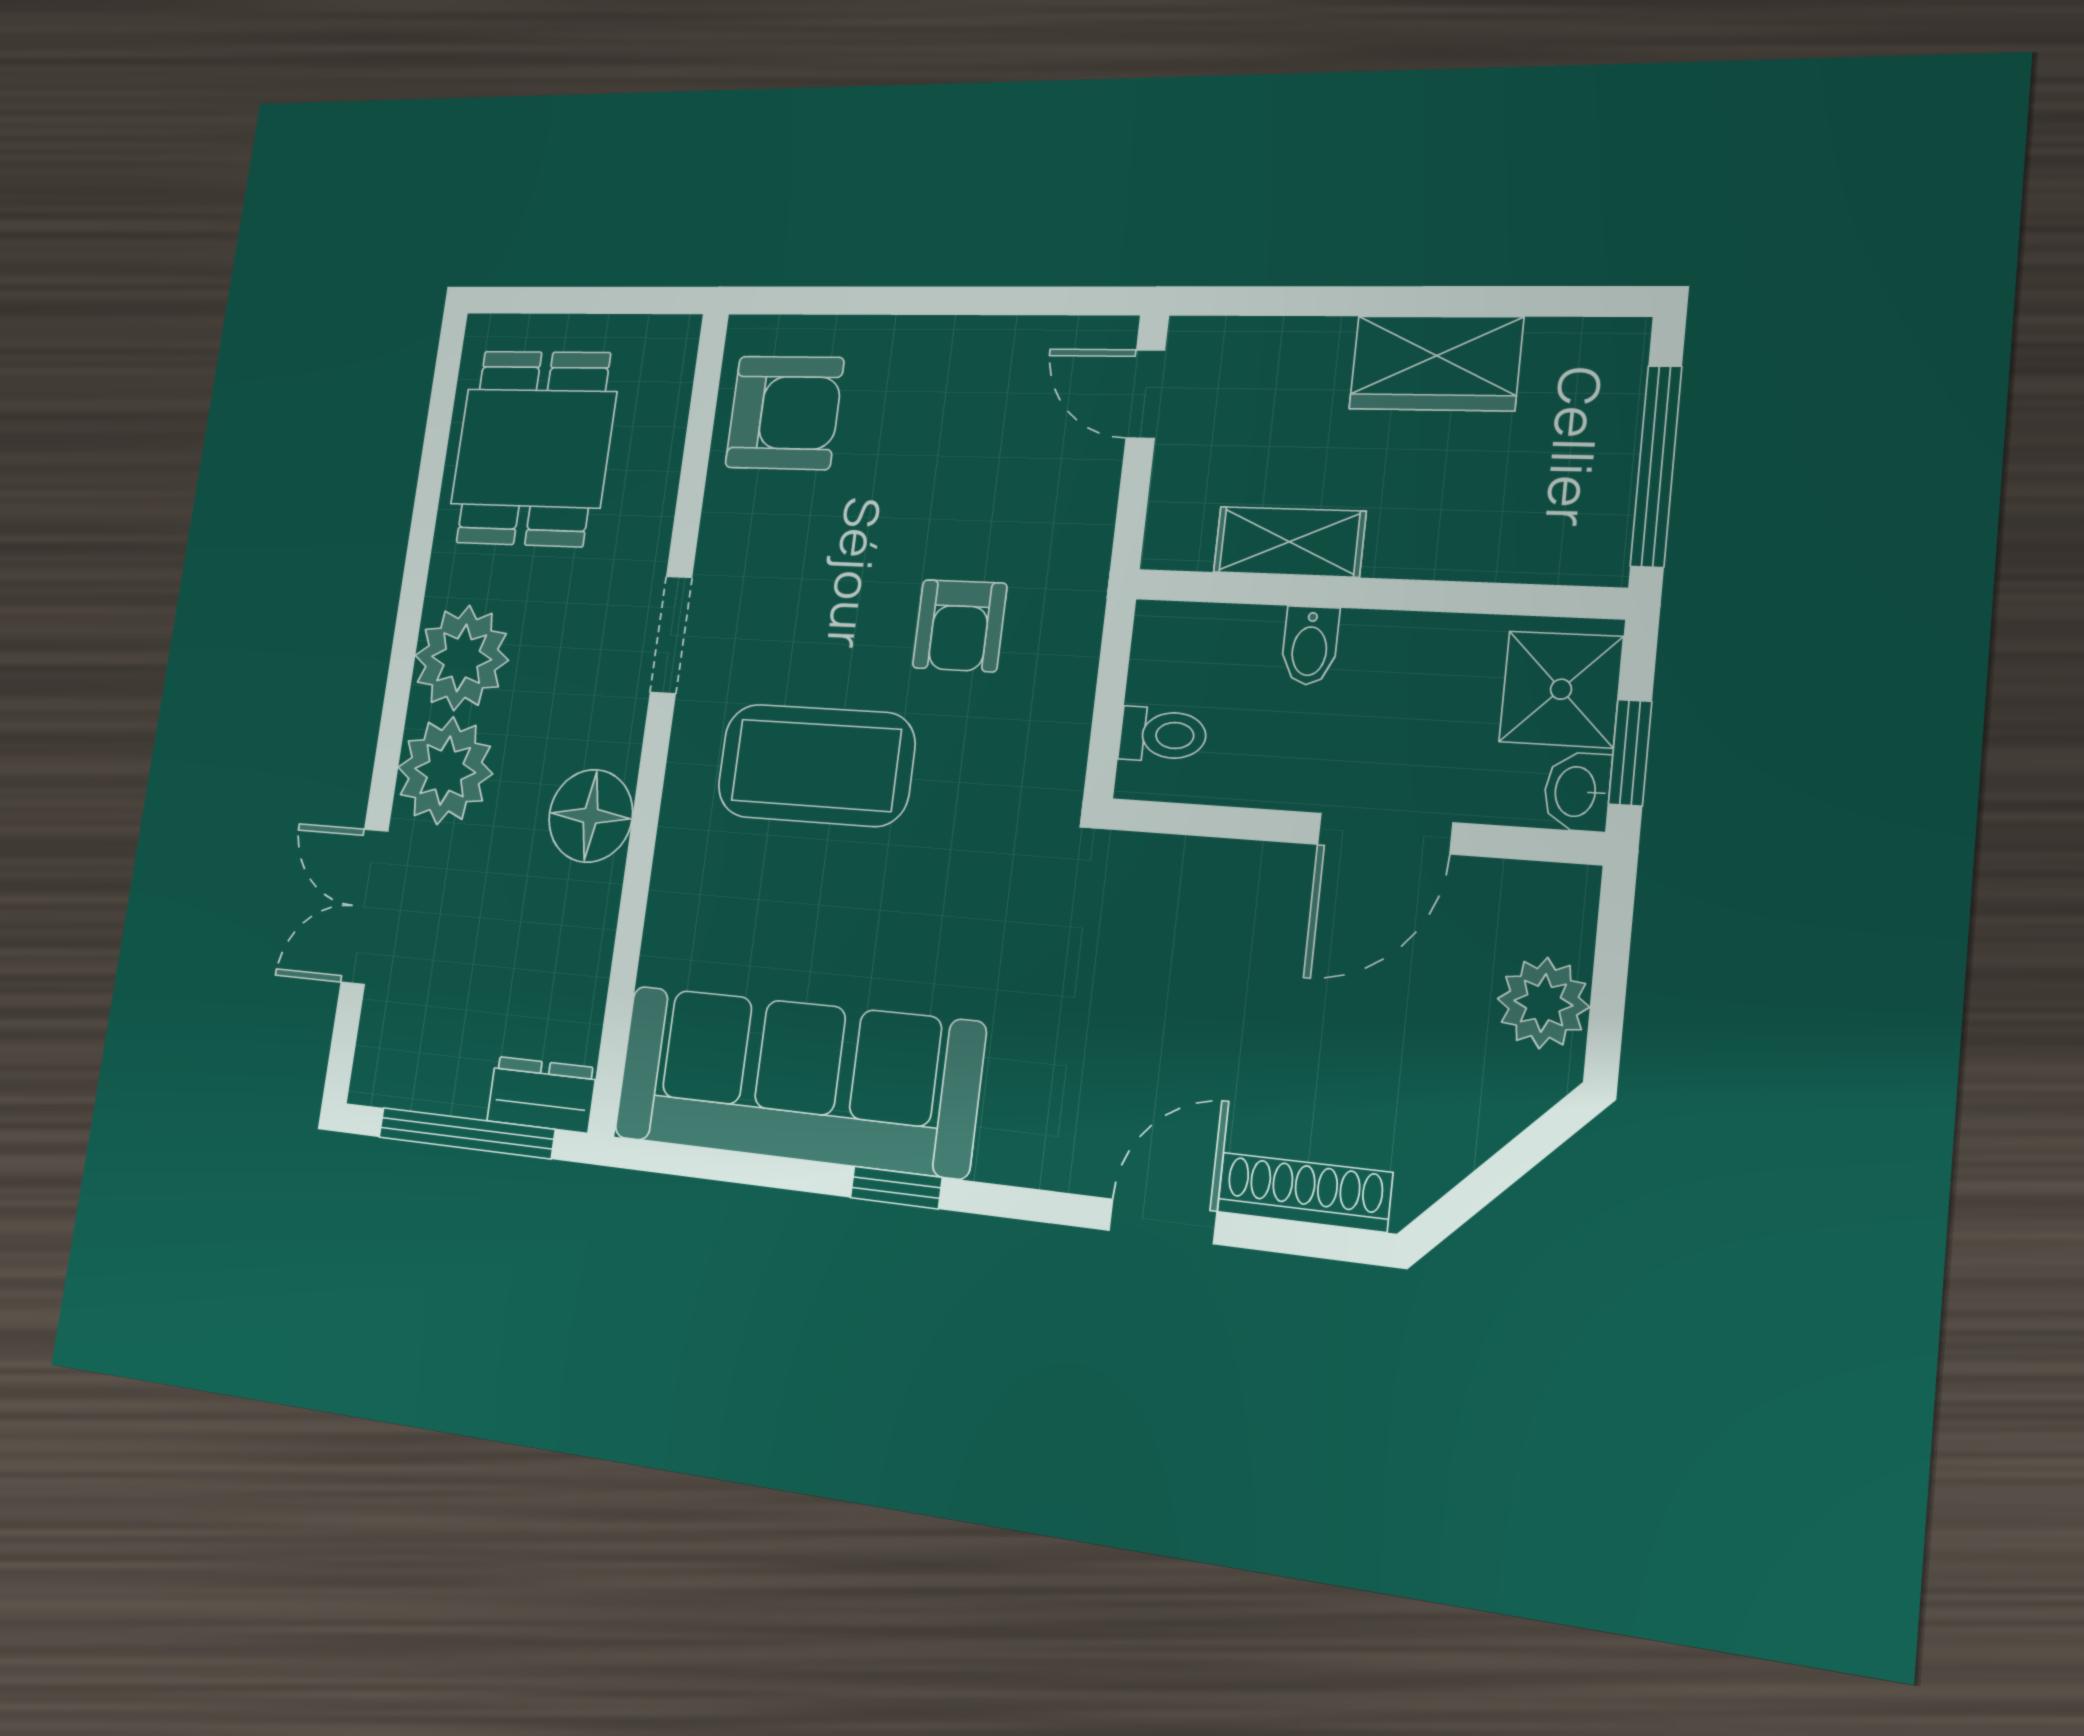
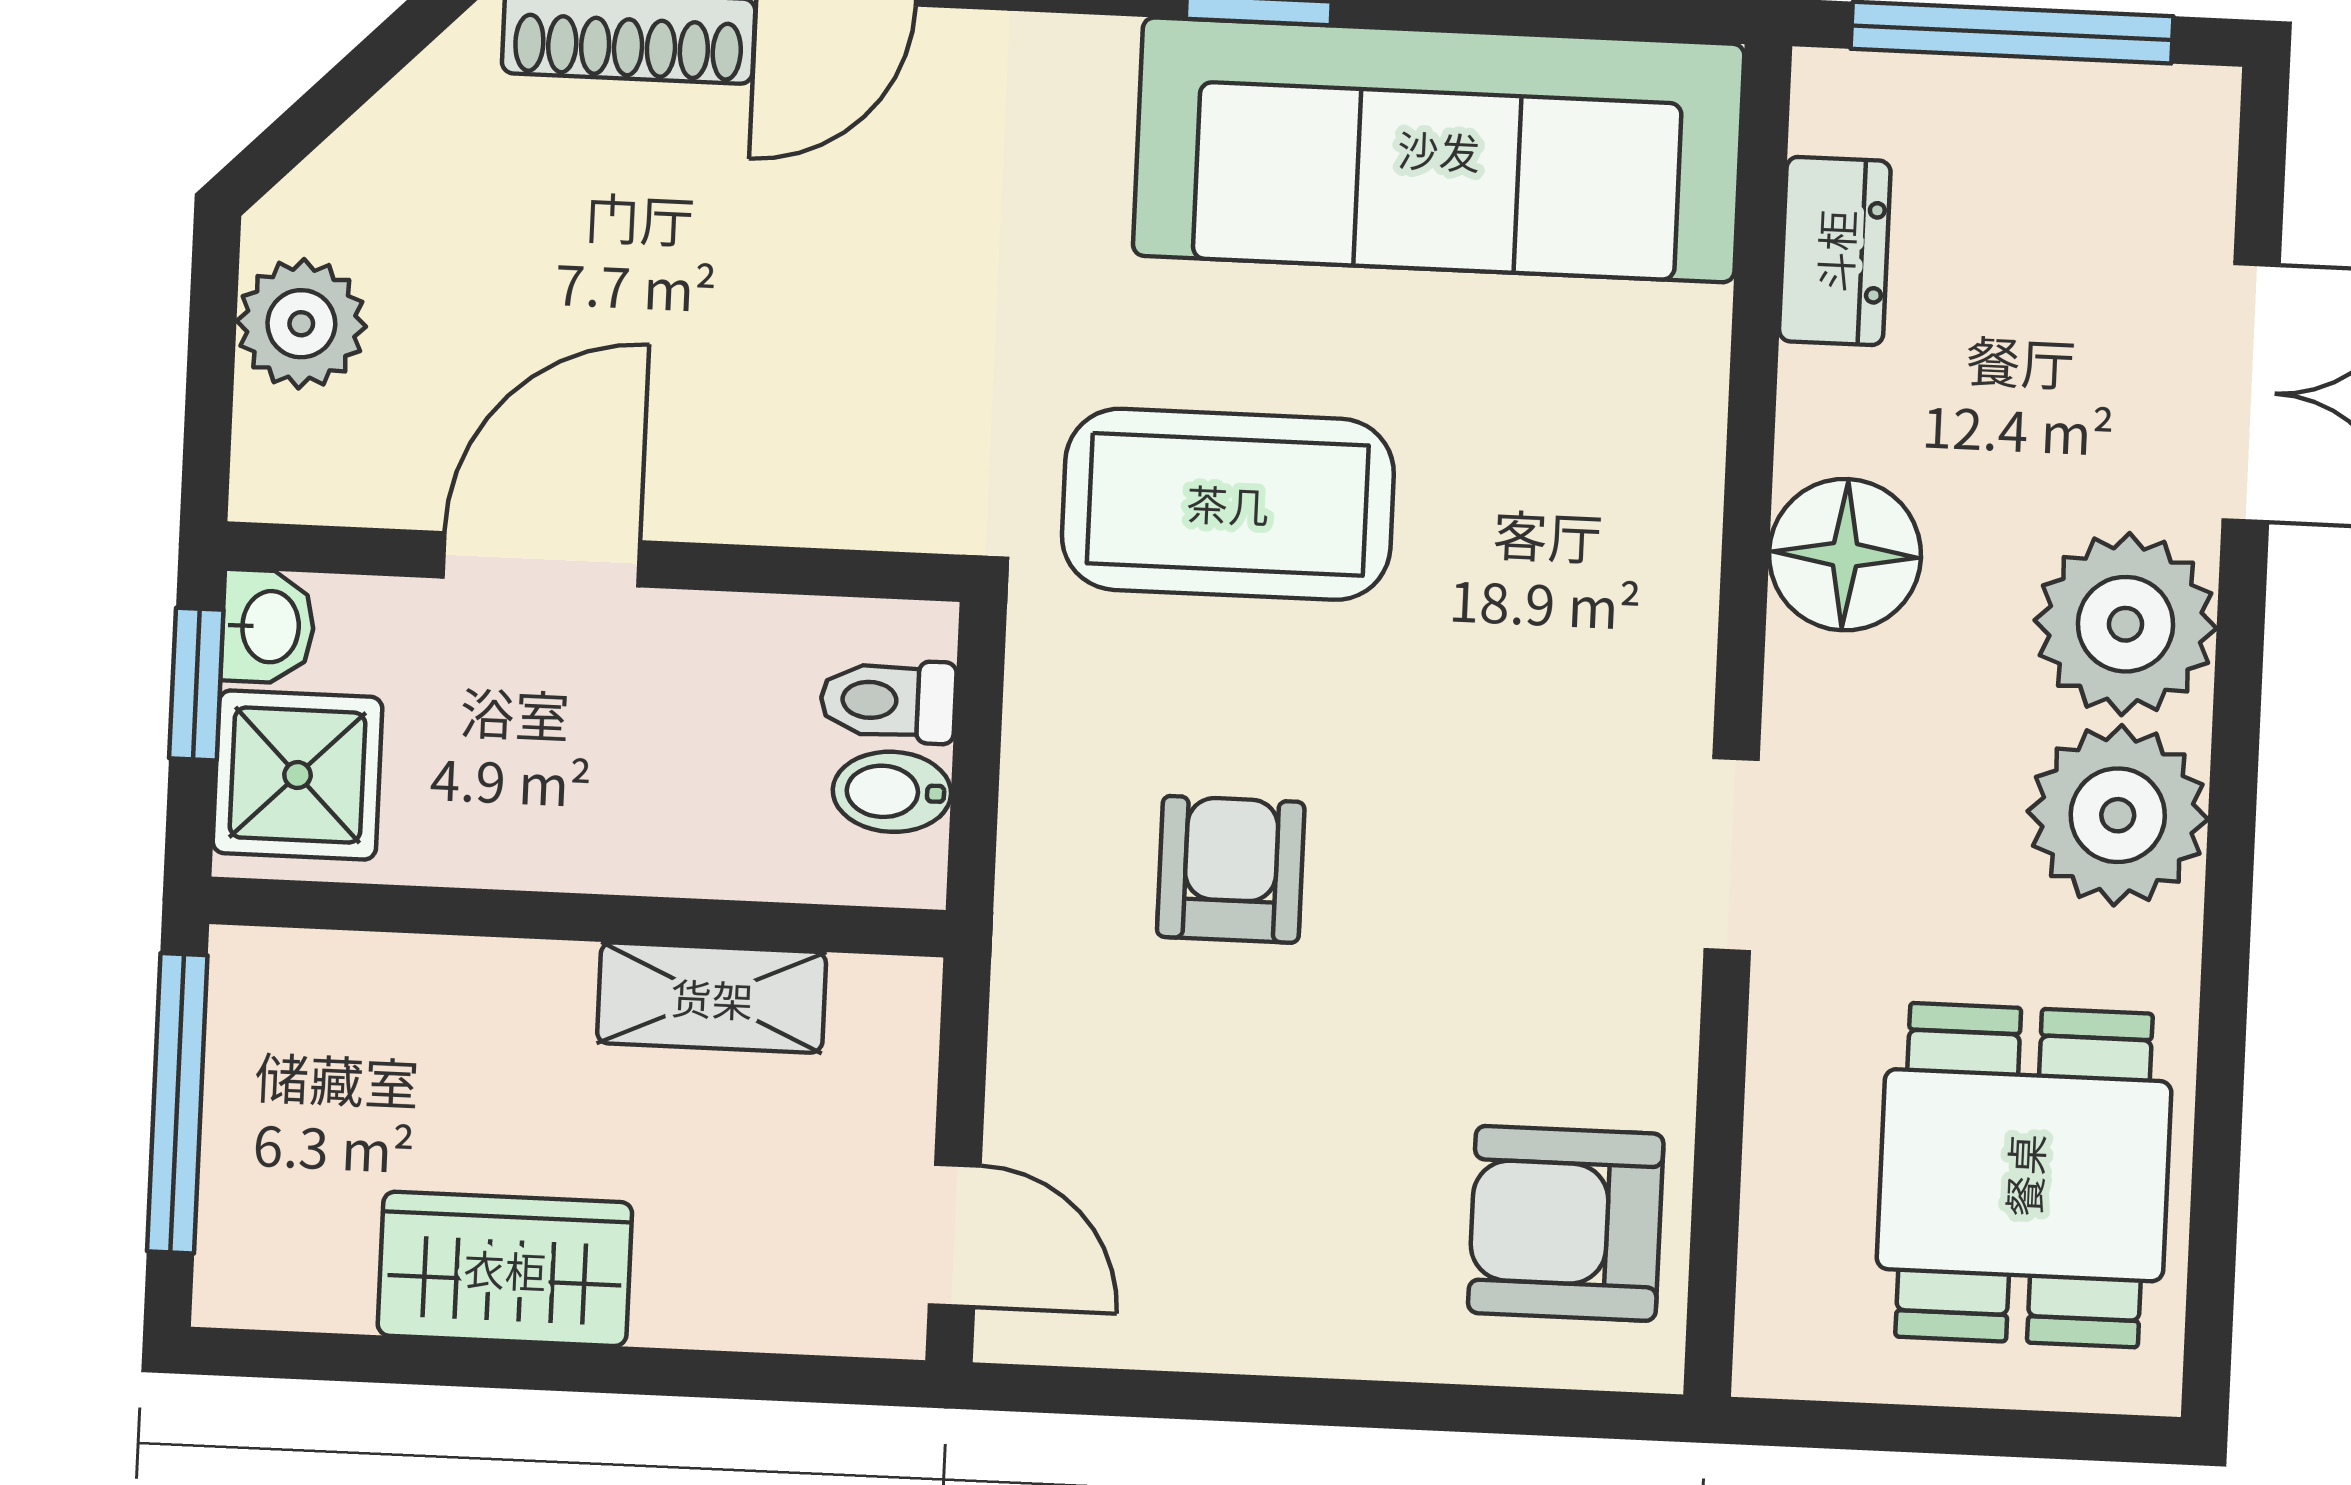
bidet: (1310, 646) -> (892, 792), moved, turned -90
coffee table: (816, 765) -> (1228, 504), moved
dresser: (542, 1094) -> (1835, 251), moved, turned -90

